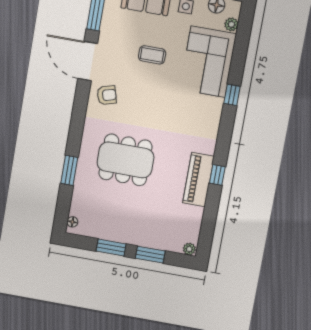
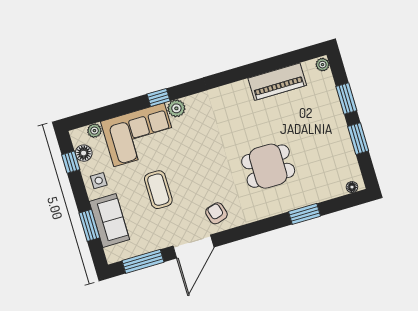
coffee table: (152, 55) -> (158, 190), width x1.36, depth x1.30
plant: (215, 106) -> (176, 108), added
dining table: (125, 160) -> (268, 166), width x0.73
window: (217, 175) -> (239, 74), removed
piano: (198, 180) -> (277, 82), moved

